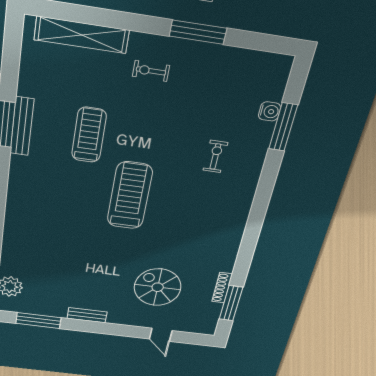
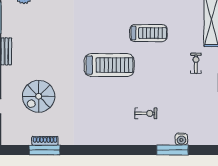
spiral stairs: (158, 287) -> (39, 96), turned 180
window: (231, 303) -> (45, 150), moved

